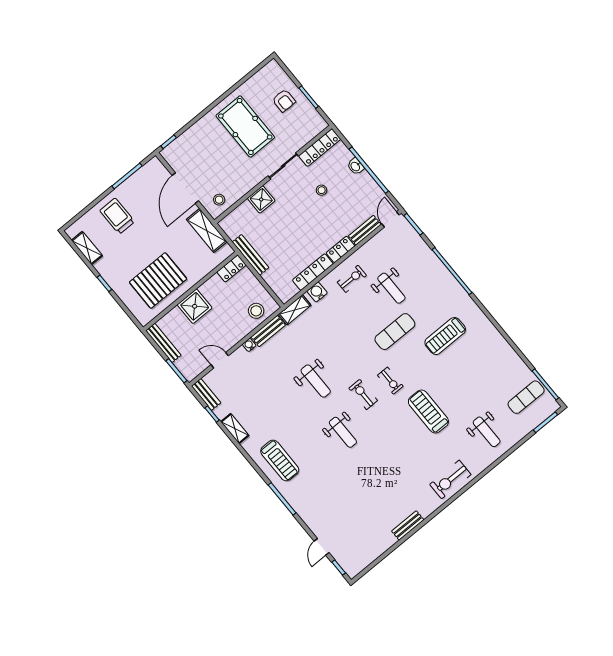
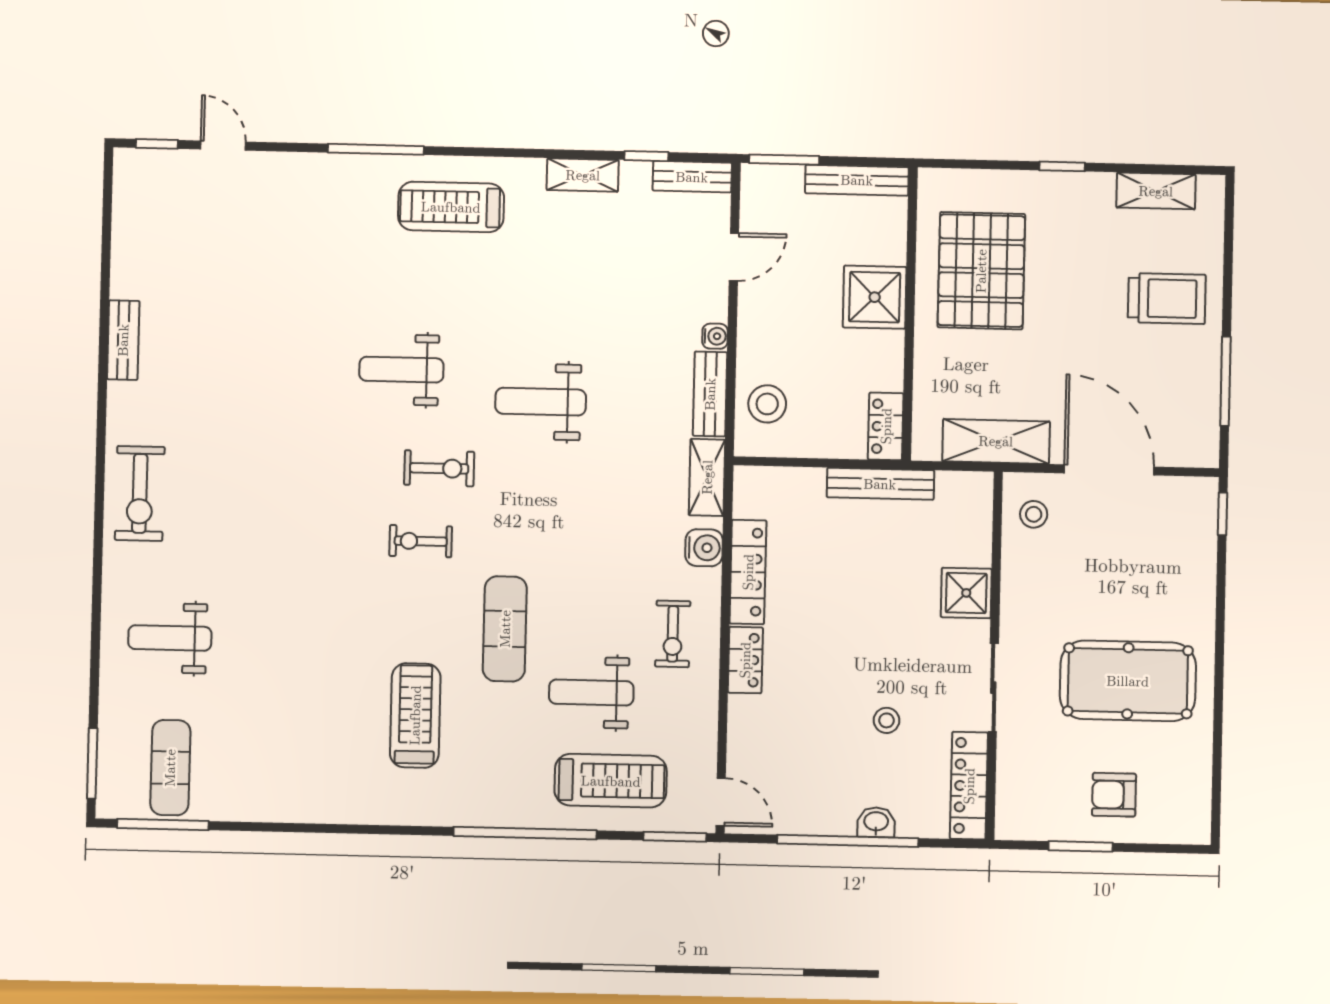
bench: (365, 230) -> (742, 736), removed
treadmill: (428, 411) -> (611, 781), moved
exercise bike: (450, 480) -> (140, 493), turned 180

